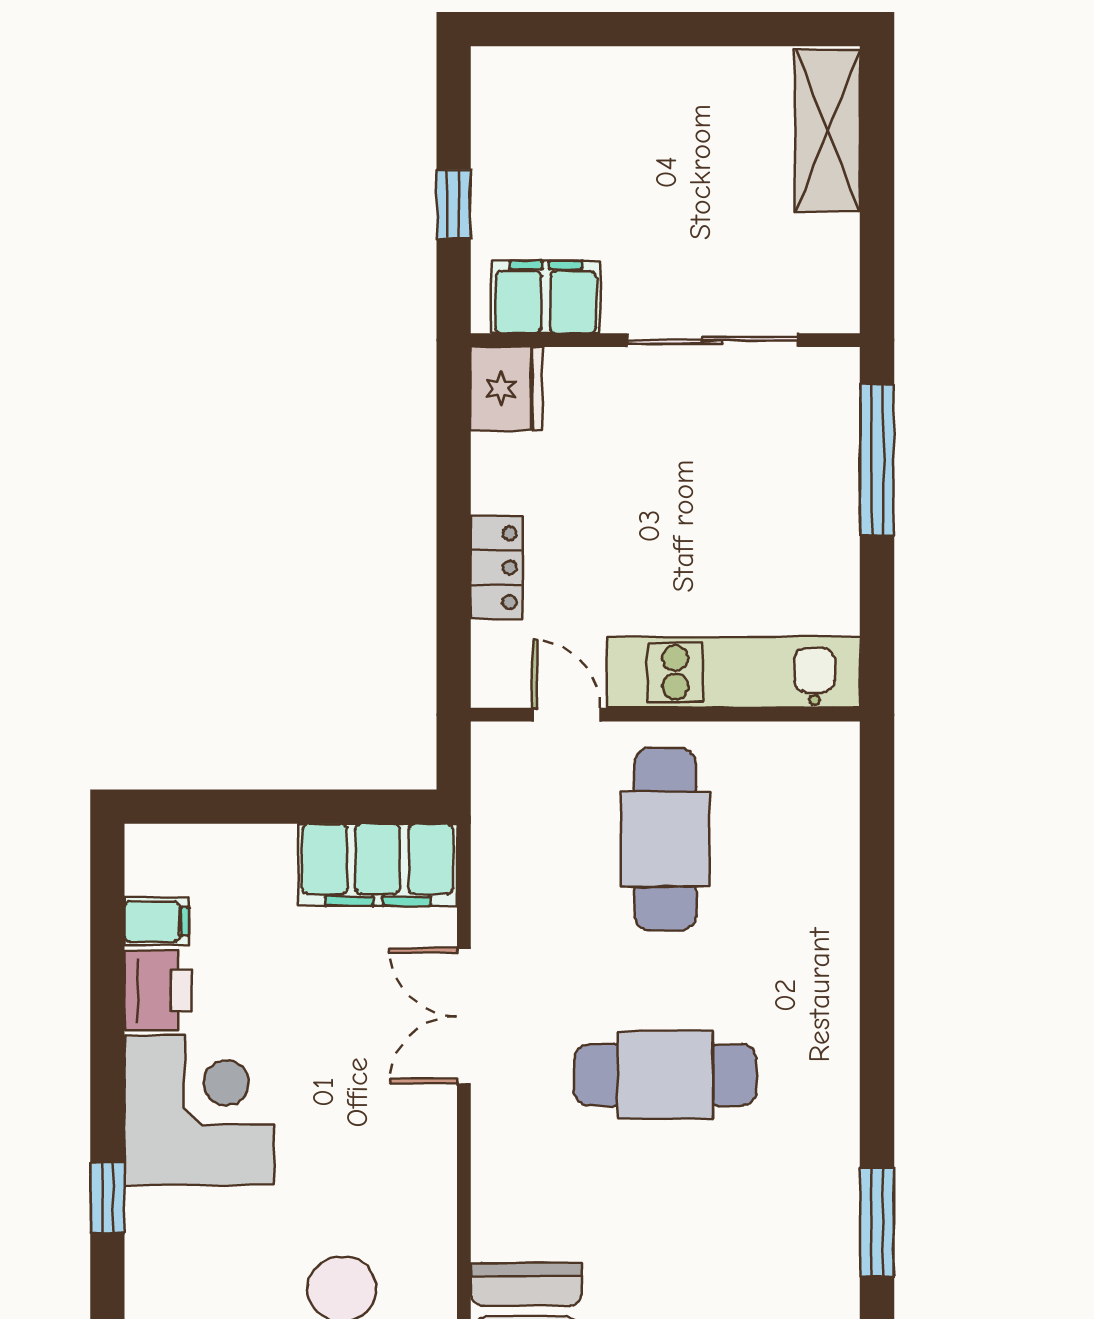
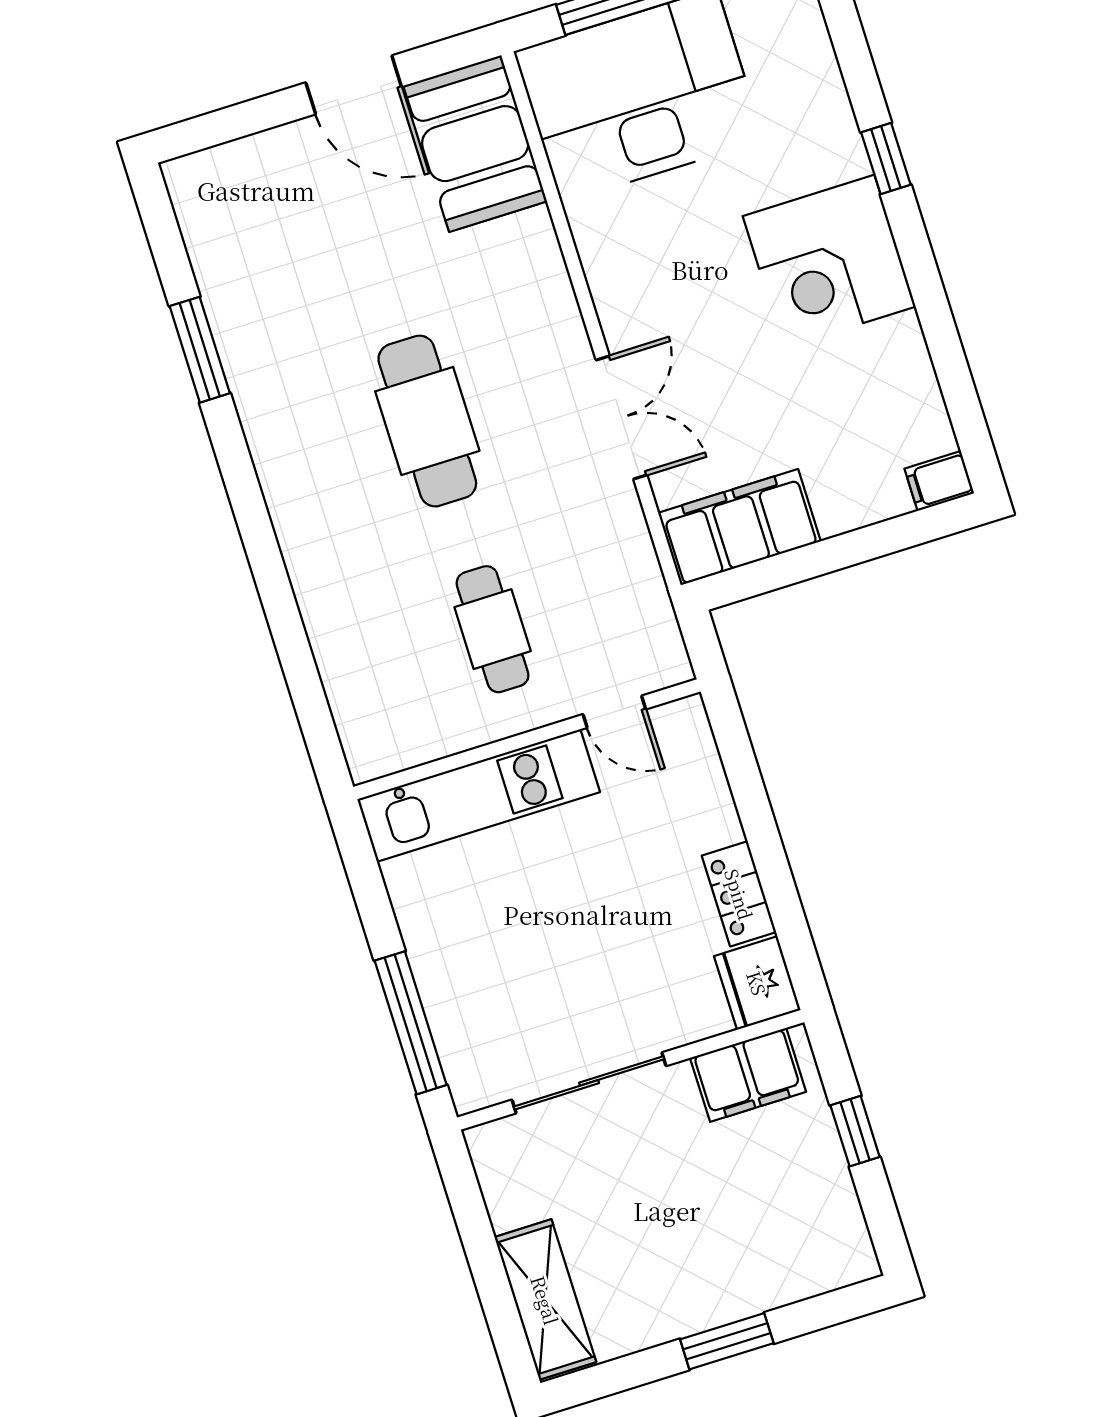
window: (654, 29) -> (727, 1341), added
locker: (497, 568) -> (739, 894), moved
cafe table: (665, 839) -> (493, 629), width x0.73, depth x0.74
filing cabinet: (157, 921) -> (939, 481), moved
printer: (158, 990) -> (899, 355), removed
cafe table: (665, 1075) -> (427, 421), turned 90

